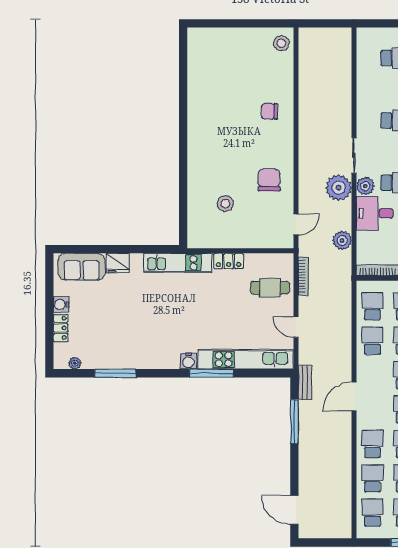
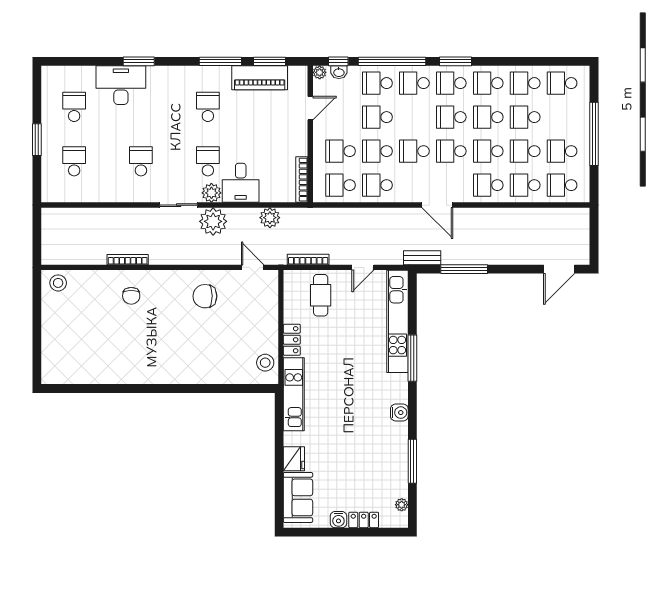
bookcase: (303, 108) -> (128, 260), added
stool: (225, 204) -> (265, 363), moved
water cooler: (188, 361) -> (399, 413), moved

